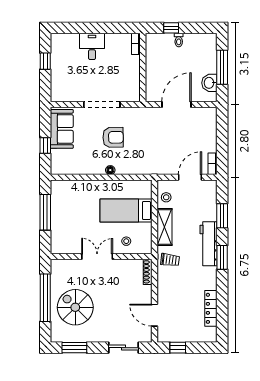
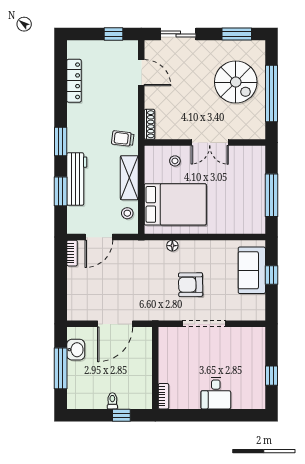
sofa: (62, 129) -> (252, 270), moved
floor lamp: (110, 170) -> (172, 246), moved
bed: (126, 210) -> (175, 204), width x1.50
workbench: (209, 244) -> (77, 179), moved

